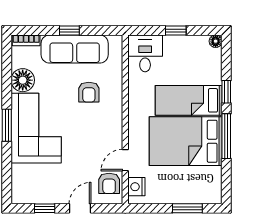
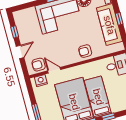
armchair: (89, 92) -> (85, 51), moved
door: (80, 208) -> (20, 52), hinge flipped

